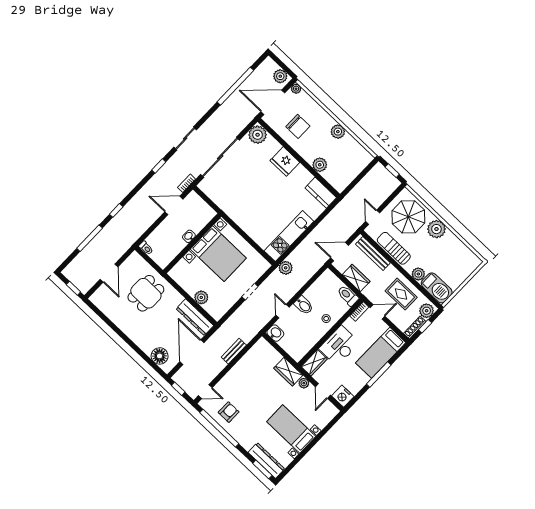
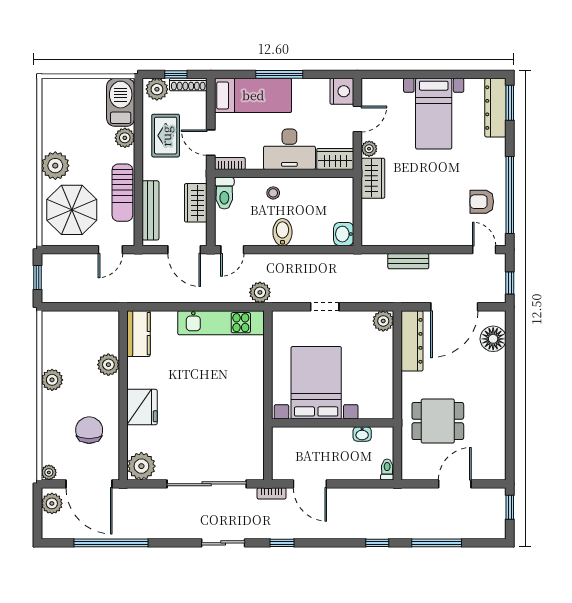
washbasin: (189, 236) -> (362, 434), moved
plant: (201, 297) -> (383, 321), moved
door: (282, 311) -> (232, 250), moved

